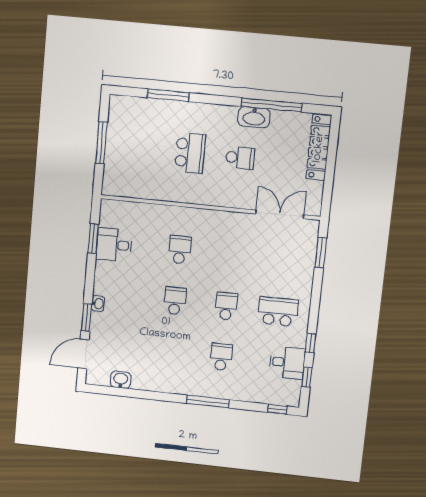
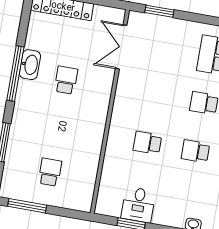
window: (272, 105) -> (15, 74), moved
window: (101, 143) -> (27, 206), moved
school desk: (190, 153) -> (50, 172), moved, width x0.54

